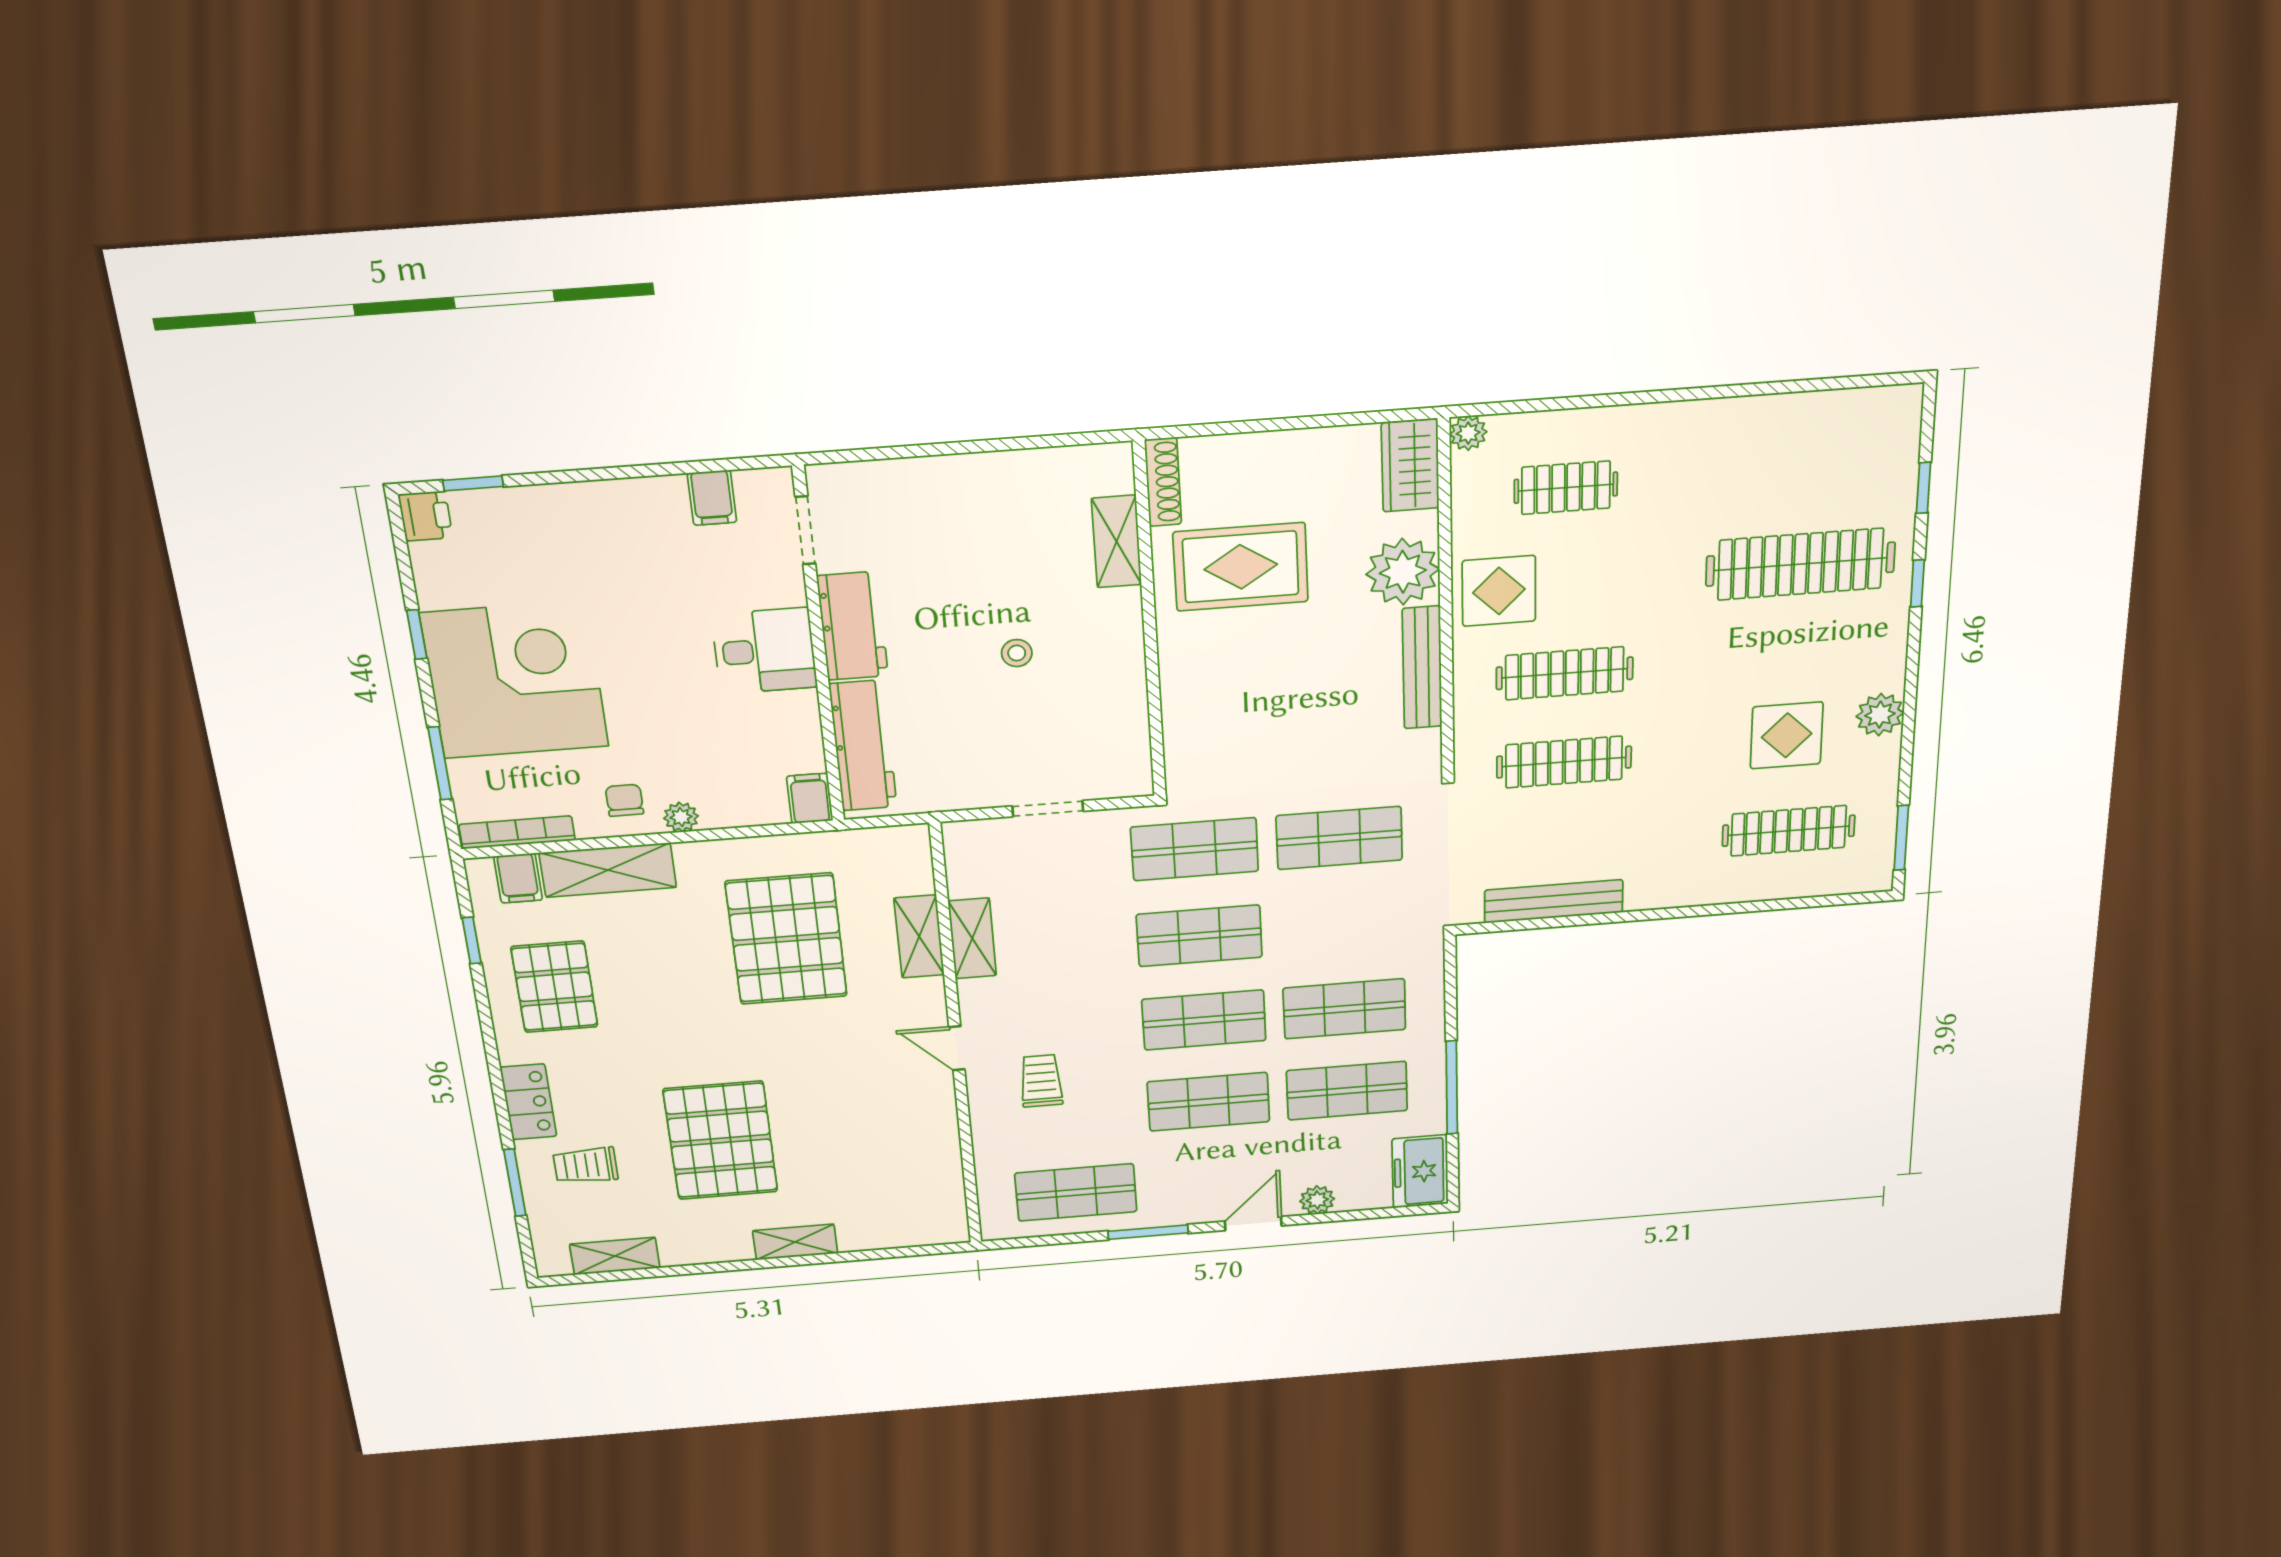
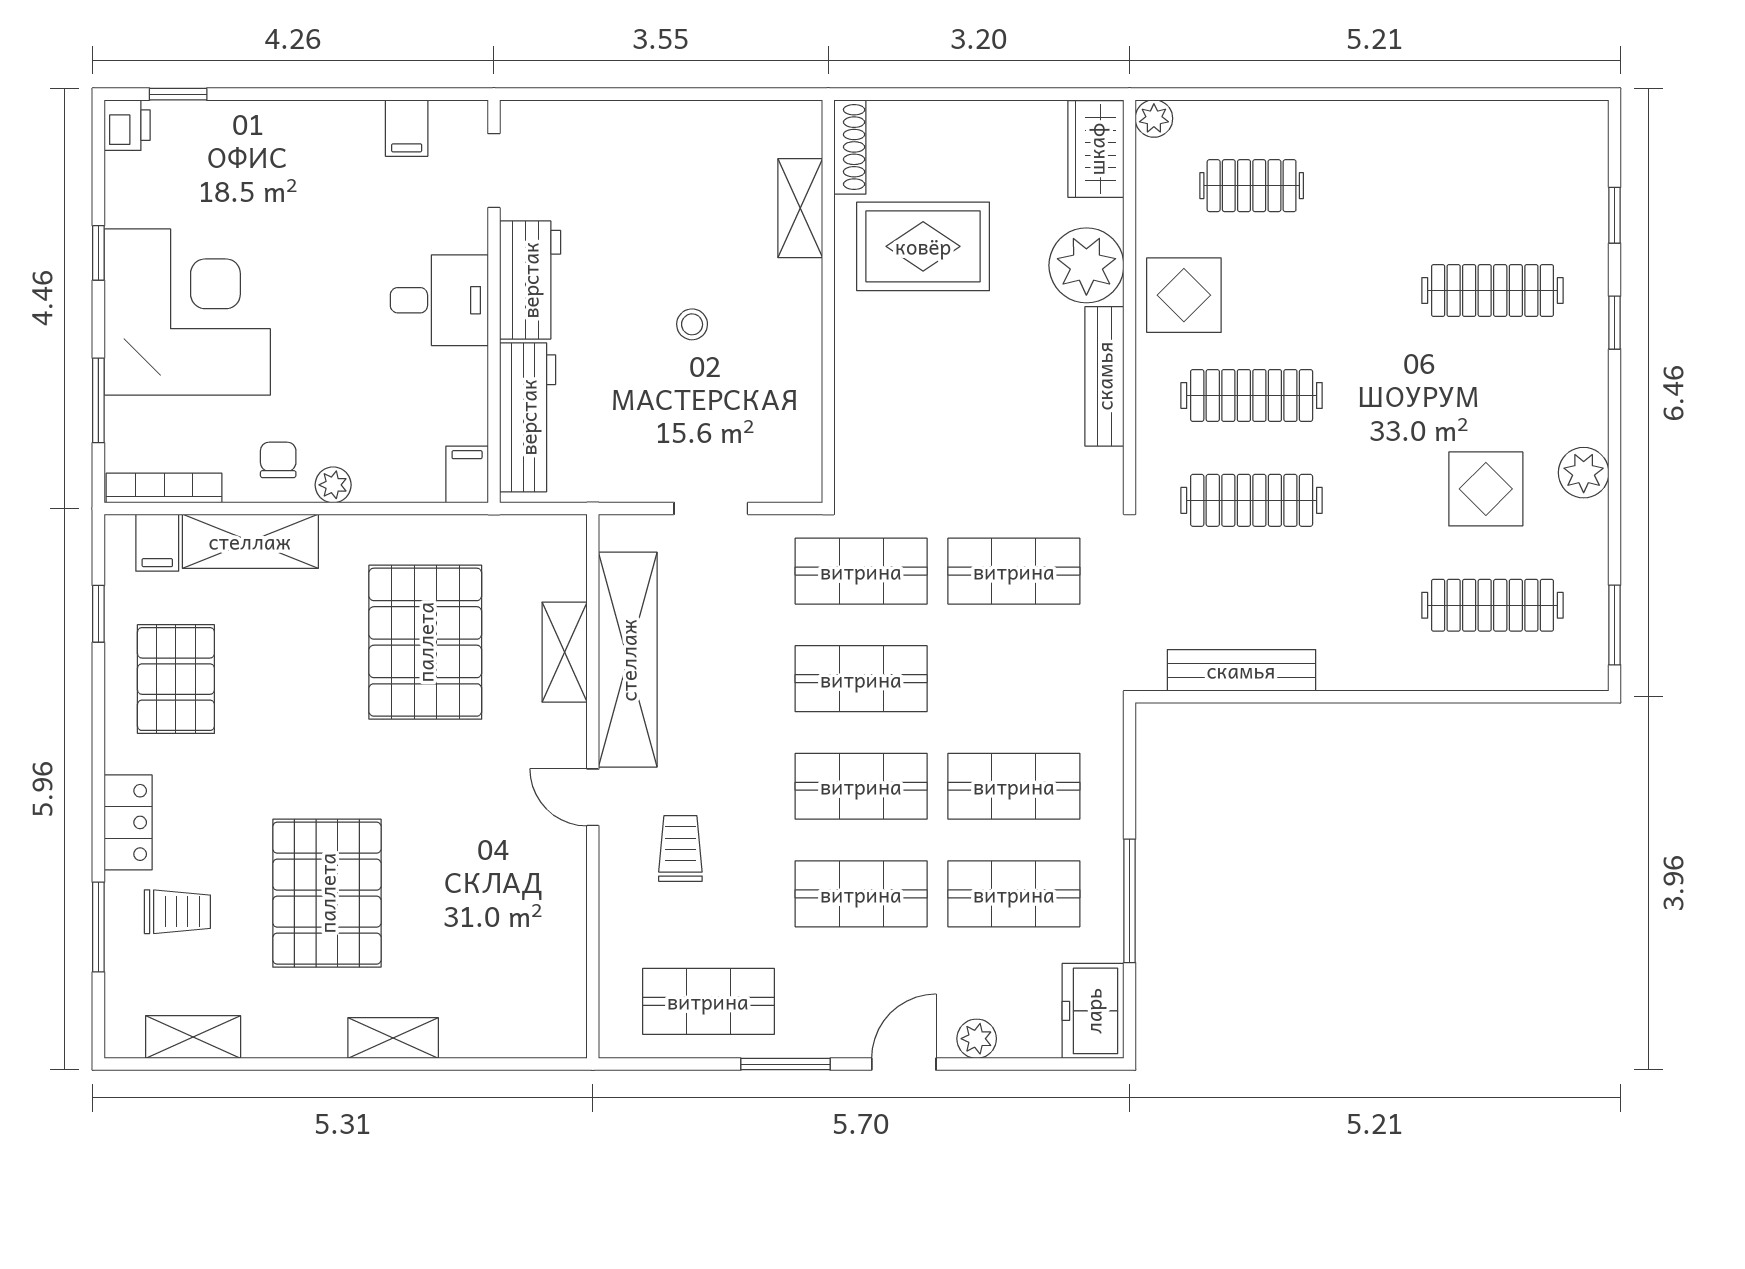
clothes rail: (1800, 564) -> (1492, 291), width x0.73, depth x0.76
shelving: (972, 938) -> (628, 660), width x2.20, depth x1.33
trolley: (585, 1165) -> (177, 912), turned 180

